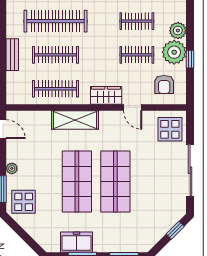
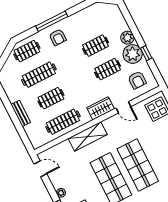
clothes rail: (56, 21) -> (39, 75), width x0.73, depth x0.76
clothes rail: (56, 55) -> (51, 98), width x0.73

